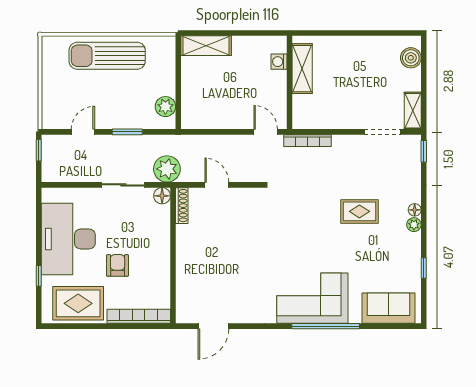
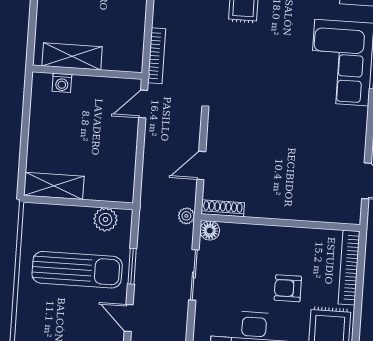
shelving: (206, 46) -> (54, 186), moved, turned 90
sun lounger: (107, 56) -> (77, 270), moved, turned -90
plant: (167, 169) -> (186, 216), width x0.53, depth x0.53

